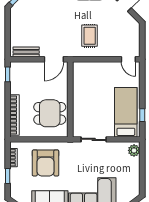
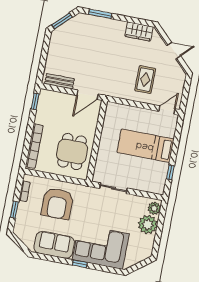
rug: (90, 36) -> (145, 80), moved
door: (128, 59) -> (167, 110), swing flipped
bed: (126, 112) -> (145, 146), moved, turned -90
dining table: (50, 113) -> (72, 152), turned 90
plant: (131, 166) -> (148, 225), added

